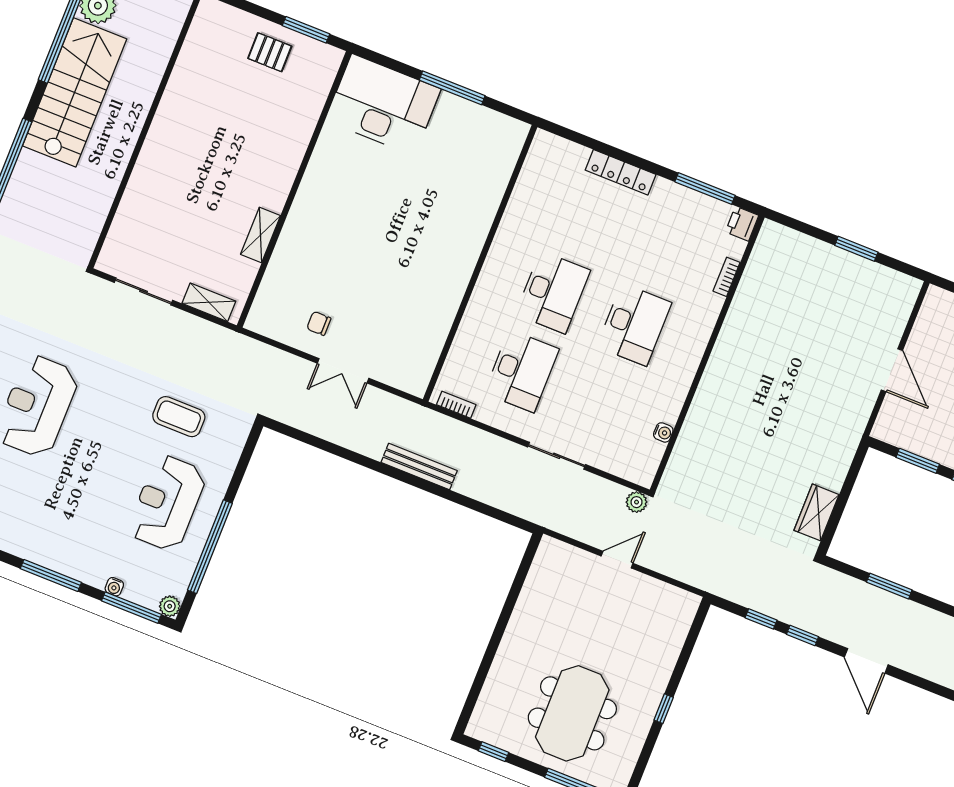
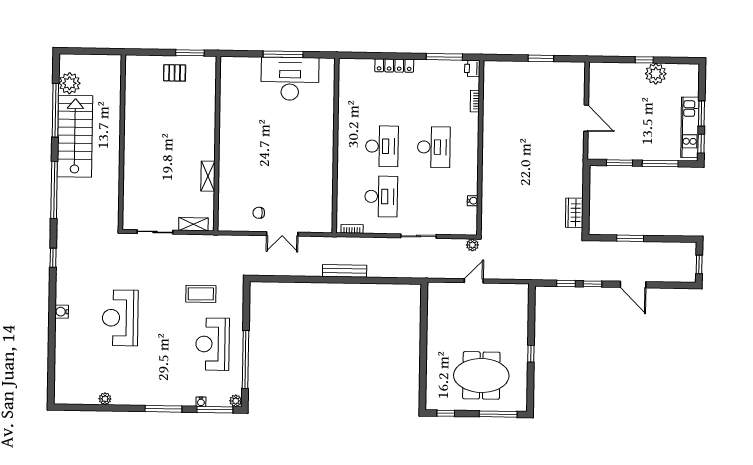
desk: (383, 105) -> (290, 79), moved
meeting table: (572, 713) -> (481, 375), turned 90

